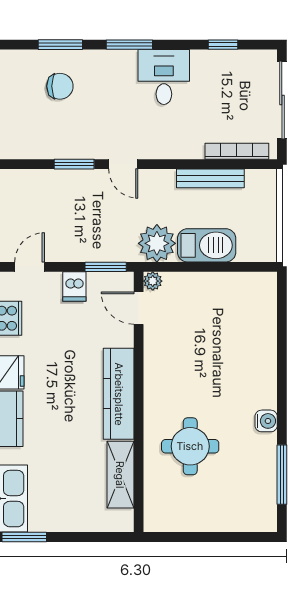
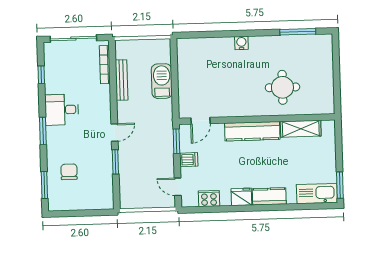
window: (60, 45) -> (44, 185), moved
plant: (157, 243) -> (161, 111), removed
plant: (153, 281) -> (184, 113), removed
water cooler: (266, 421) -> (241, 43), moved

